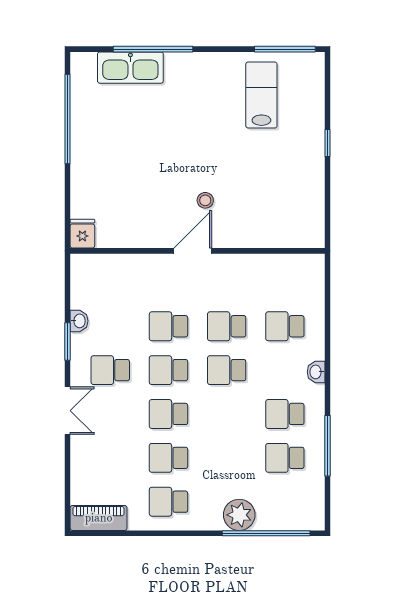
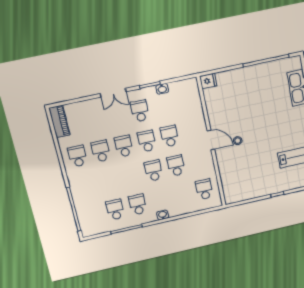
school desk: (285, 326) -> (204, 189), moved
plant: (239, 515) -> (80, 194), removed

